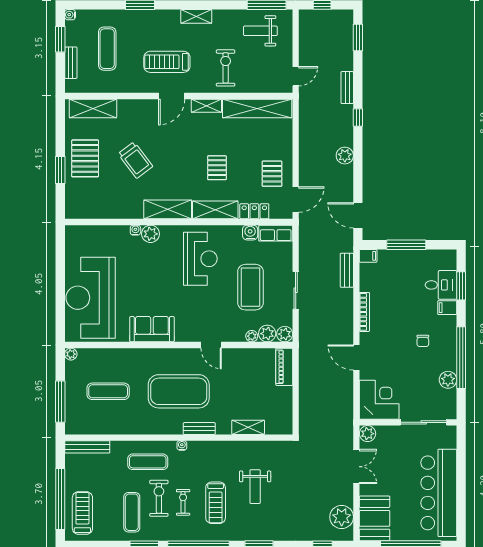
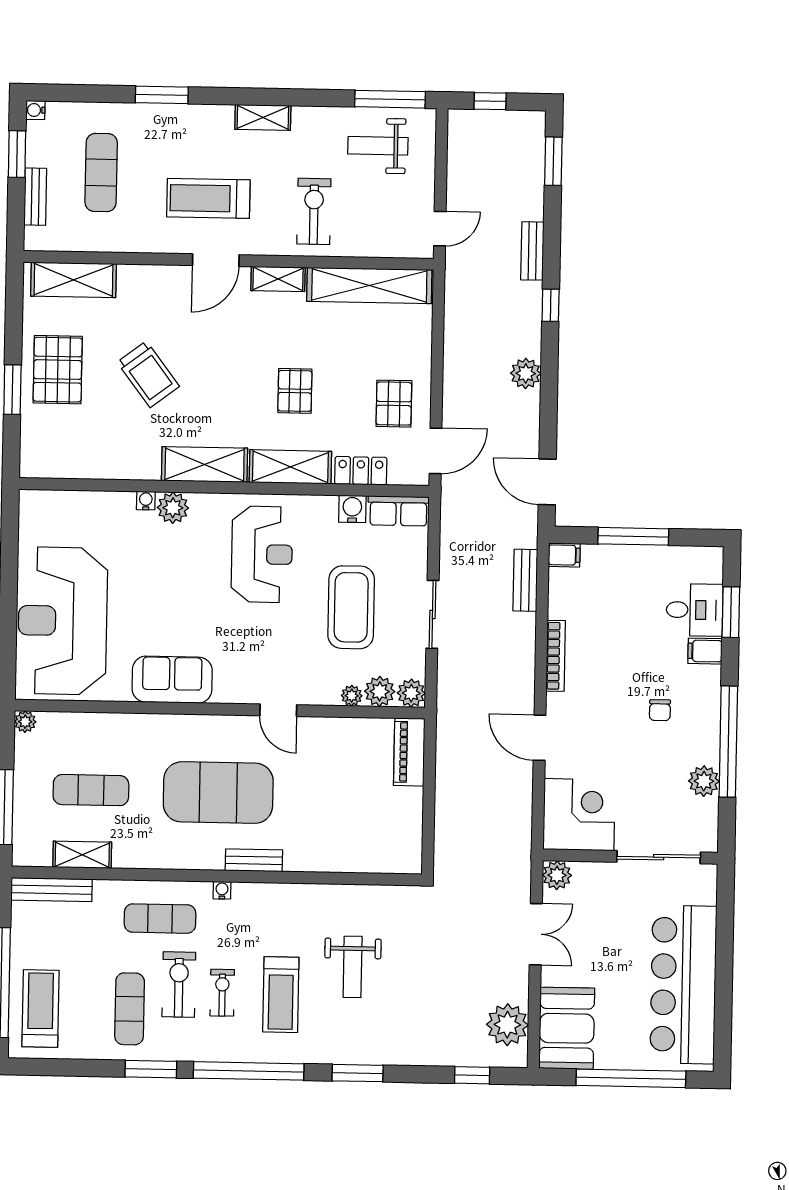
shelving: (248, 427) -> (82, 855), moved

